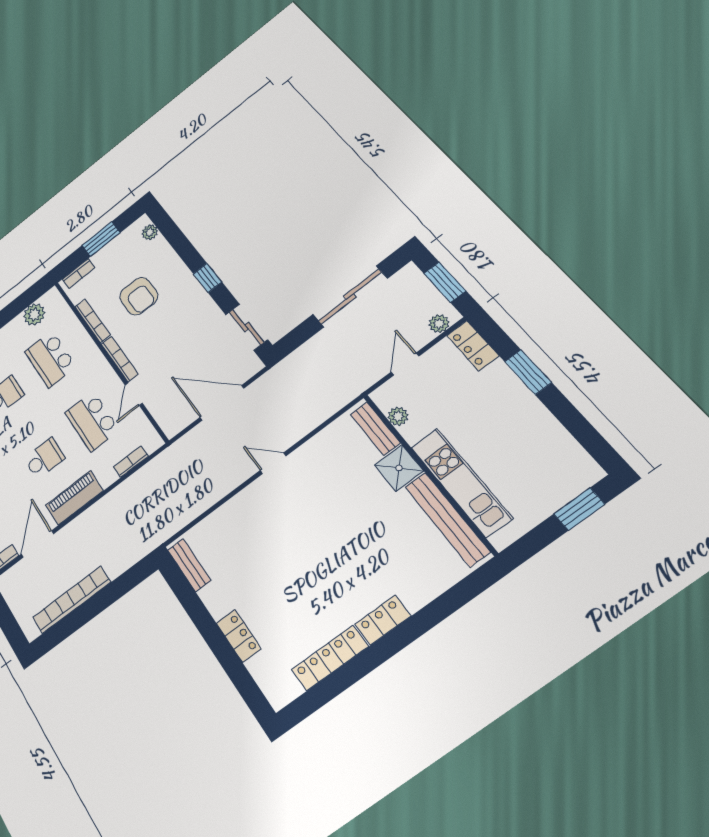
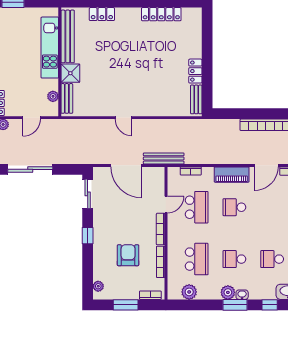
bench: (178, 450) -> (164, 158), added
locker: (383, 620) -> (102, 14), moved
locker: (239, 636) -> (195, 71), moved

